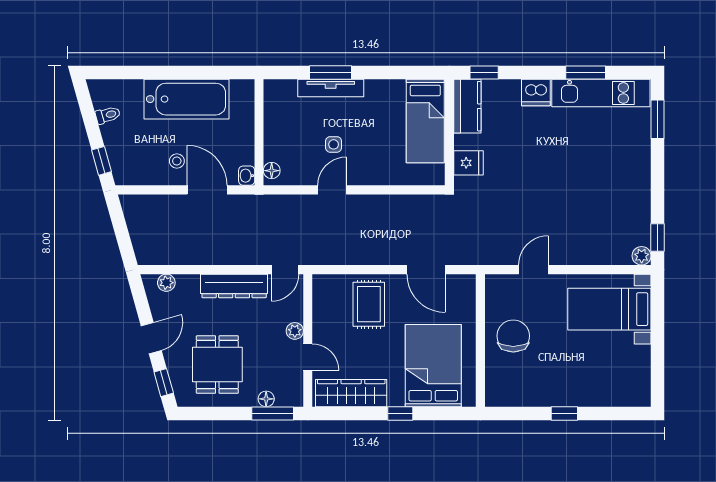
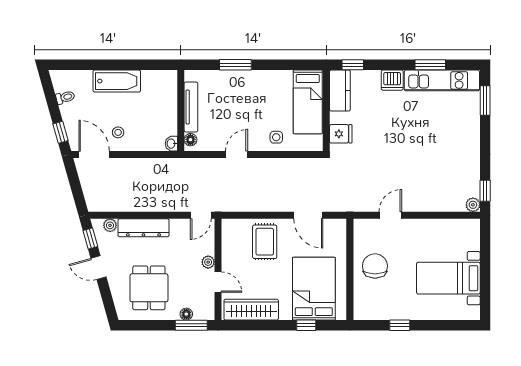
tv unit: (331, 88) -> (191, 107), moved, turned -90
bathtub: (187, 99) -> (117, 81), width x0.73, depth x0.73
side table: (334, 144) -> (276, 137), moved
door: (207, 190) -> (94, 154), moved
dresser: (234, 286) -> (143, 228), moved
bed with nightstands: (609, 309) -> (448, 278), moved
door: (151, 338) -> (98, 268), swing flipped
window: (164, 383) -> (90, 238), moved
window: (400, 413) -> (306, 325), moved
window: (564, 413) -> (400, 325), moved

